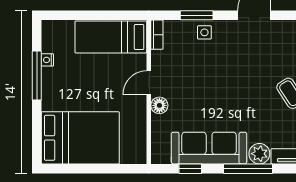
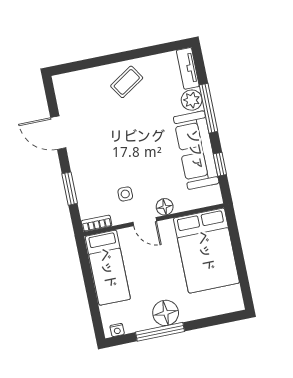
side table: (204, 32) -> (125, 194), moved
nightstand: (47, 60) -> (117, 330), moved
floor lamp: (54, 85) -> (166, 313), added
bed: (80, 138) -> (206, 251), moved, turned 180

